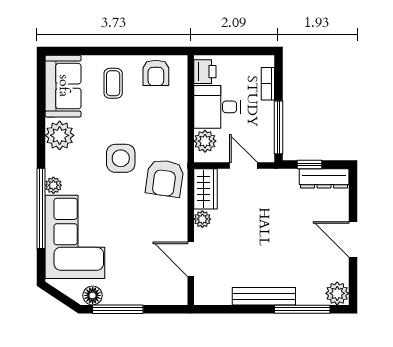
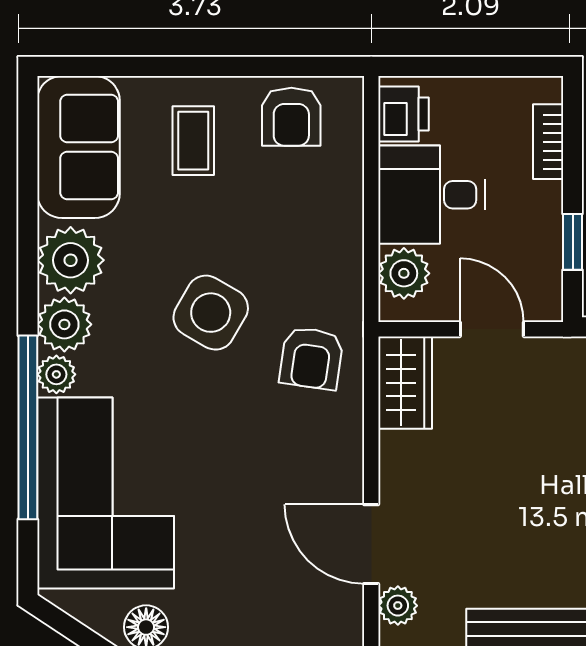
window: (279, 127) -> (573, 242), width x0.46
side table: (121, 158) -> (211, 313), turned 30
plant: (57, 163) -> (64, 324), added
armchair: (165, 178) -> (311, 358), width x0.72, depth x0.72
plant: (202, 219) -> (398, 606), moved

